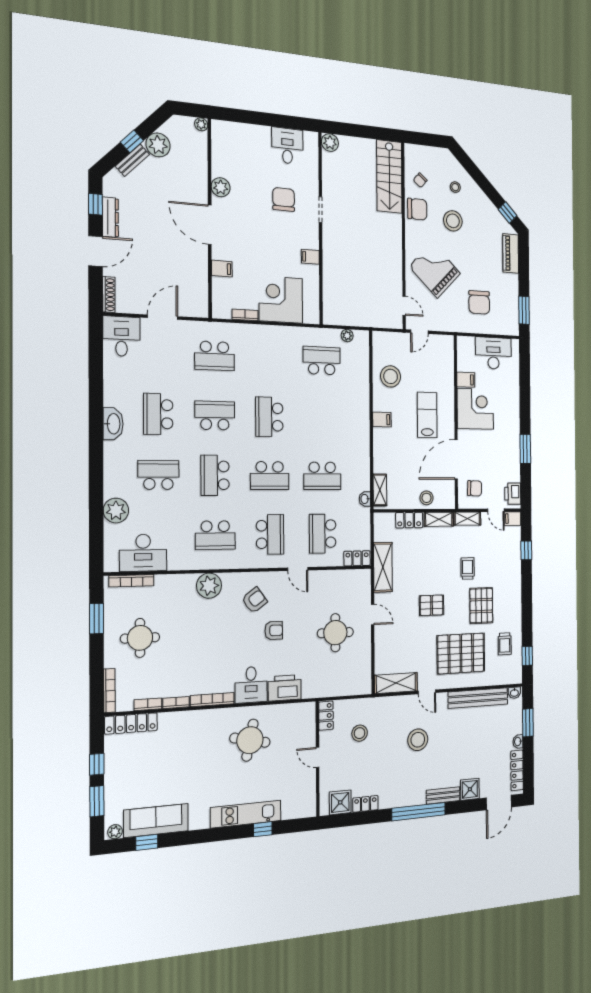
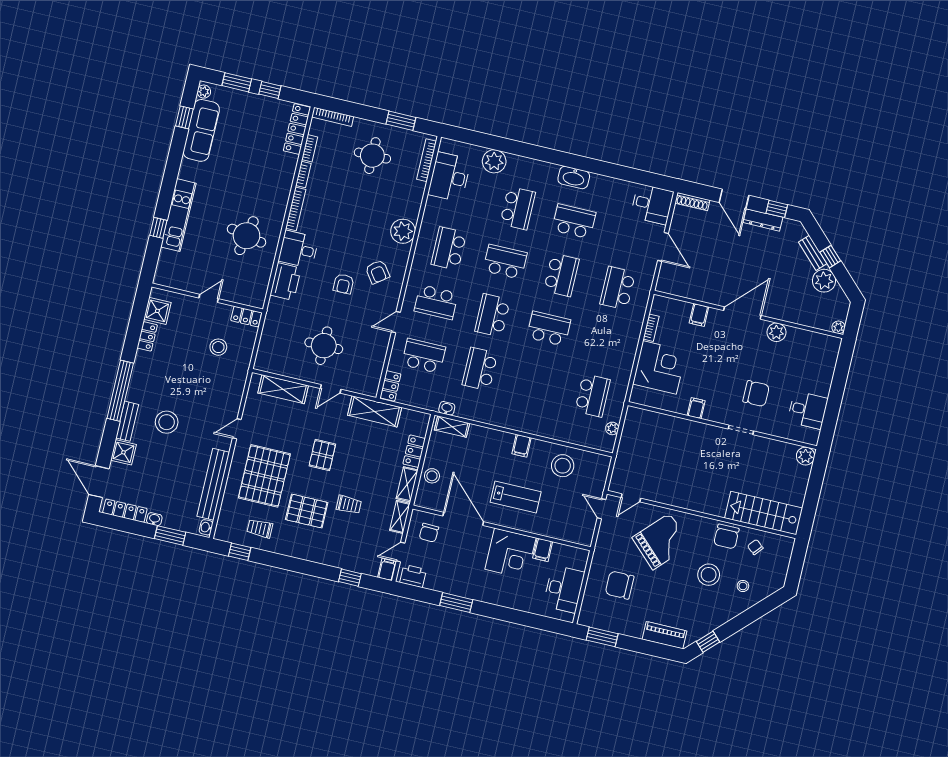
shelving: (396, 683) -> (283, 389), moved, turned 90
stool: (418, 740) -> (167, 422), moved

